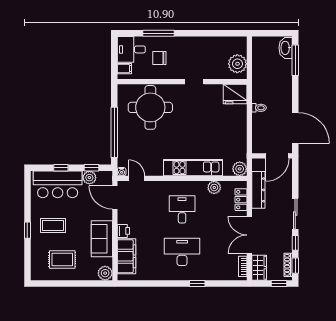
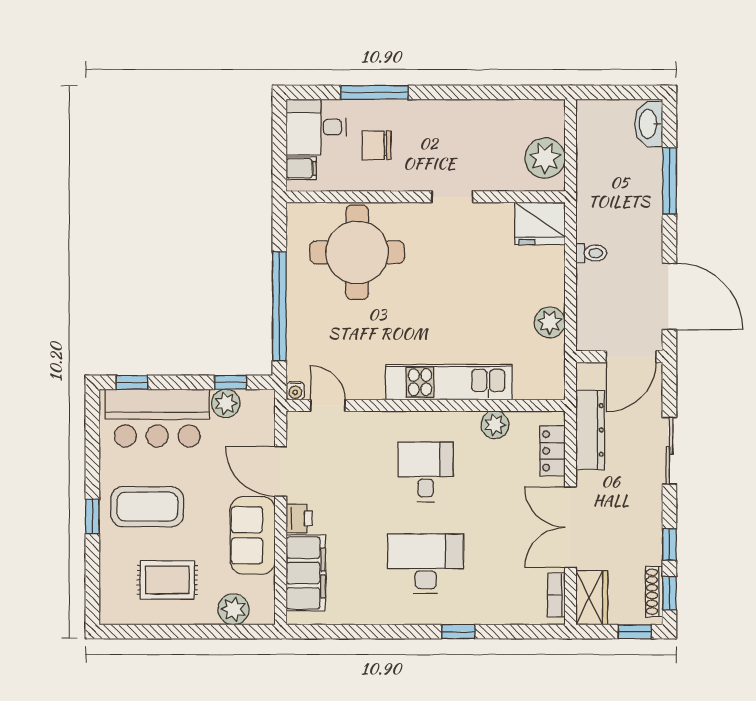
window: (295, 60) -> (669, 181), moved
window: (61, 168) -> (132, 382), moved
plant: (240, 169) -> (550, 322), moved
door: (115, 197) -> (281, 471), moved
sliding door: (295, 214) -> (669, 451), moved
coffee table: (53, 225) -> (147, 507), width x1.36, depth x1.32
plant: (105, 273) -> (234, 609), moved

